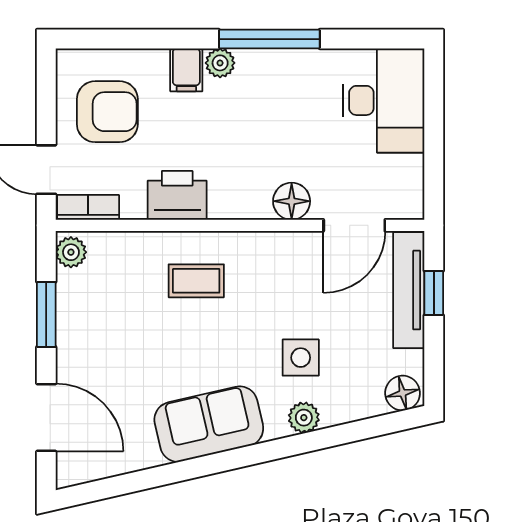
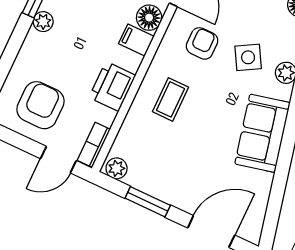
filing cabinet: (186, 70) -> (136, 40), moved, turned 180
armchair: (290, 288) -> (202, 43), added
side table: (301, 358) -> (248, 57), turned -30

